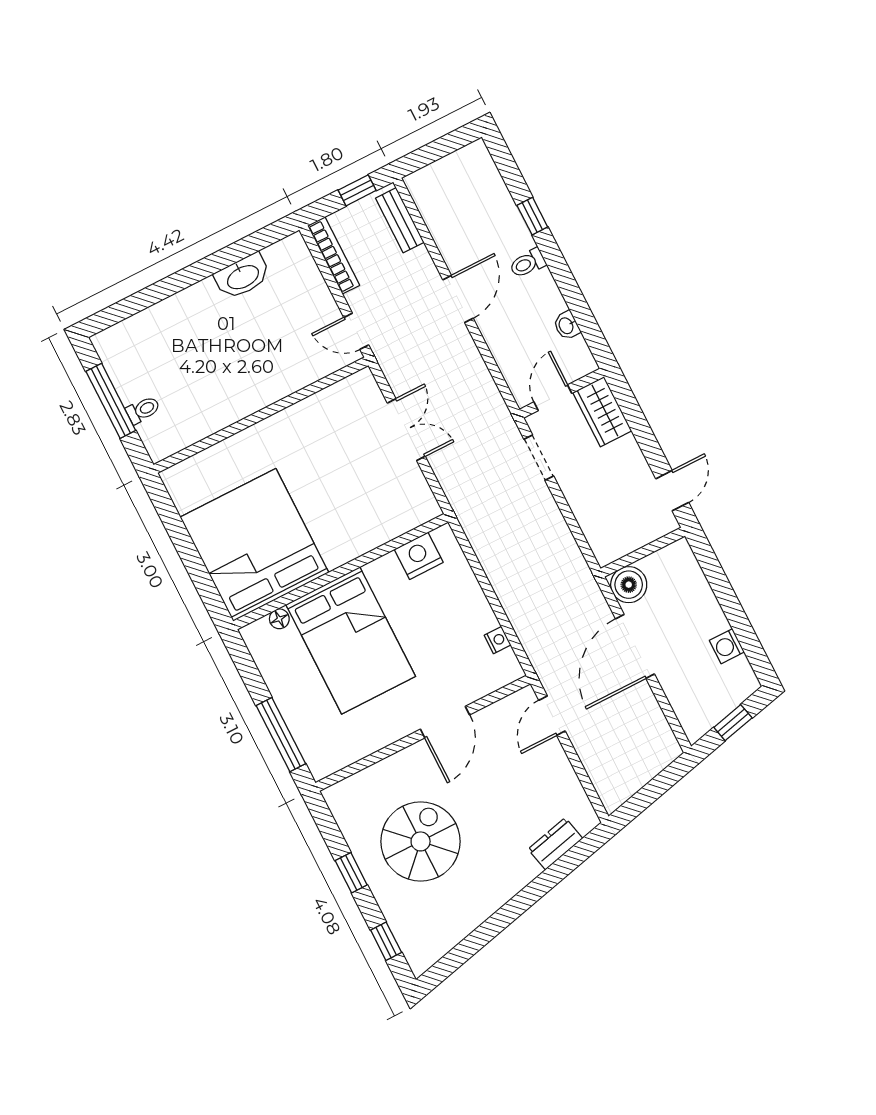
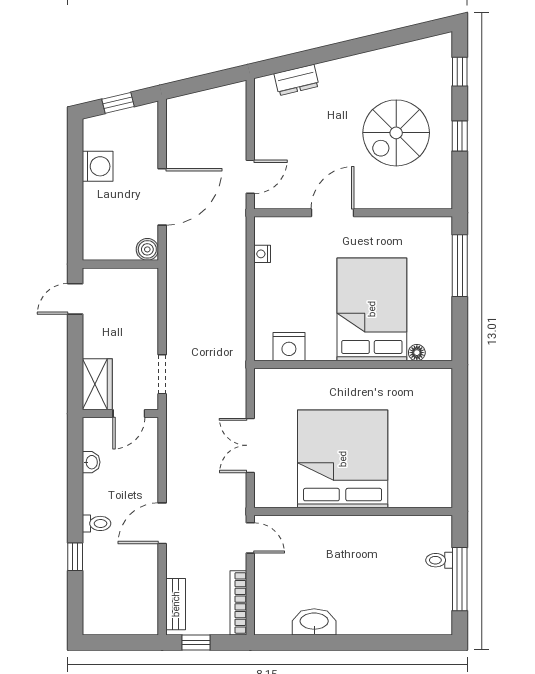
bed: (254, 545) -> (343, 459), moved, turned 180
boiler: (629, 585) -> (147, 249), width x0.73, depth x0.73
washing machine: (727, 646) -> (98, 166), width x1.38, depth x1.38

